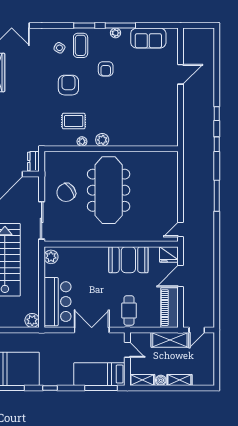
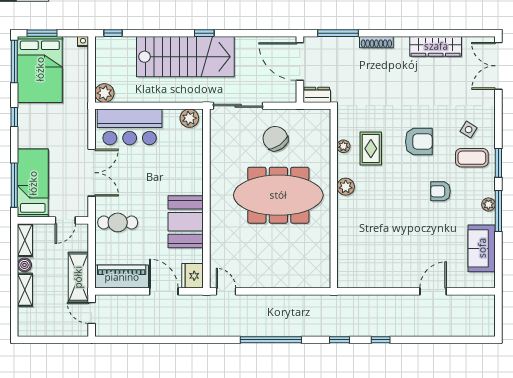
door: (181, 74) -> (433, 291), swing flipped
plant: (82, 141) -> (343, 146), moved
window: (217, 196) -> (271, 340), width x1.46

